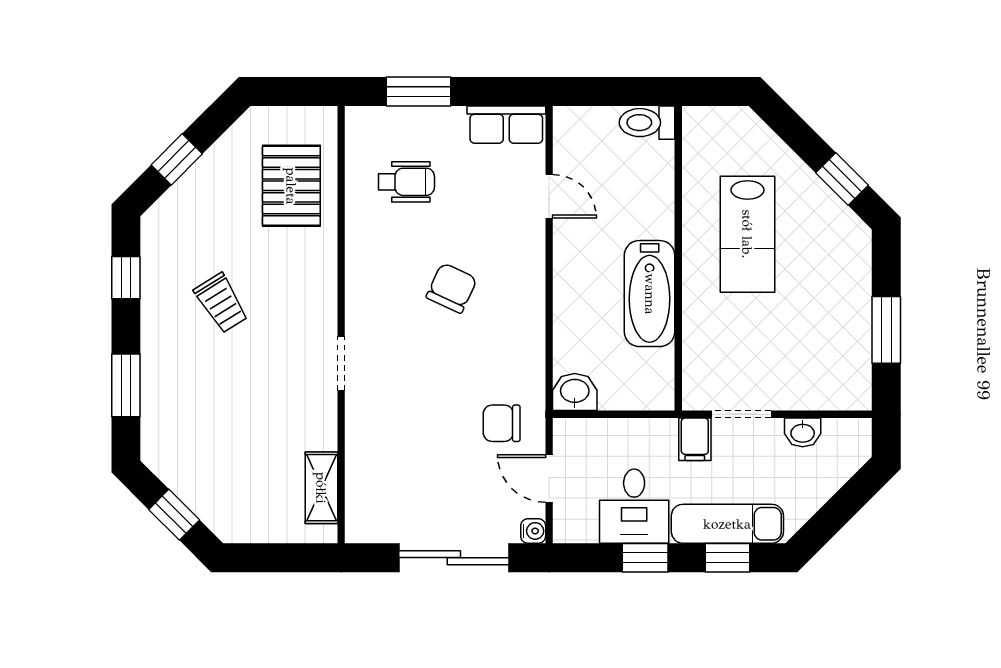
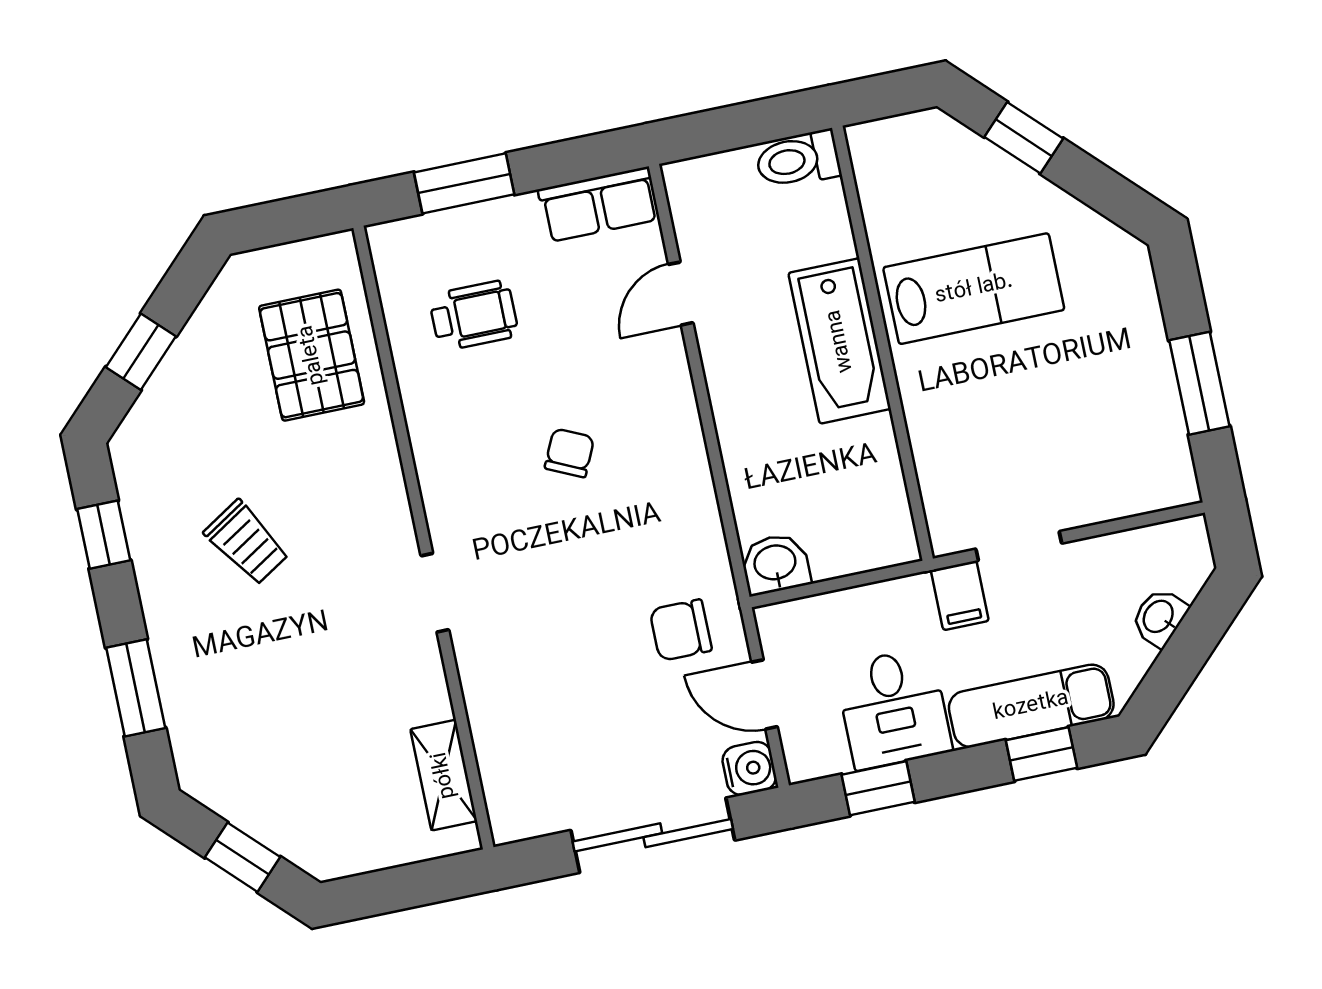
window: (842, 179) -> (1024, 138), moved
door: (549, 196) -> (681, 294), swing flipped
lab bench: (747, 234) -> (974, 289), turned -90
chair: (452, 288) -> (569, 453), width x0.73, depth x0.73
bathtub: (650, 294) -> (840, 341), moved
washbasin: (803, 432) -> (1159, 617), moved, turned 135
water cooler: (533, 531) -> (749, 768), width x1.38, depth x1.38
window: (645, 558) -> (878, 788), moved

